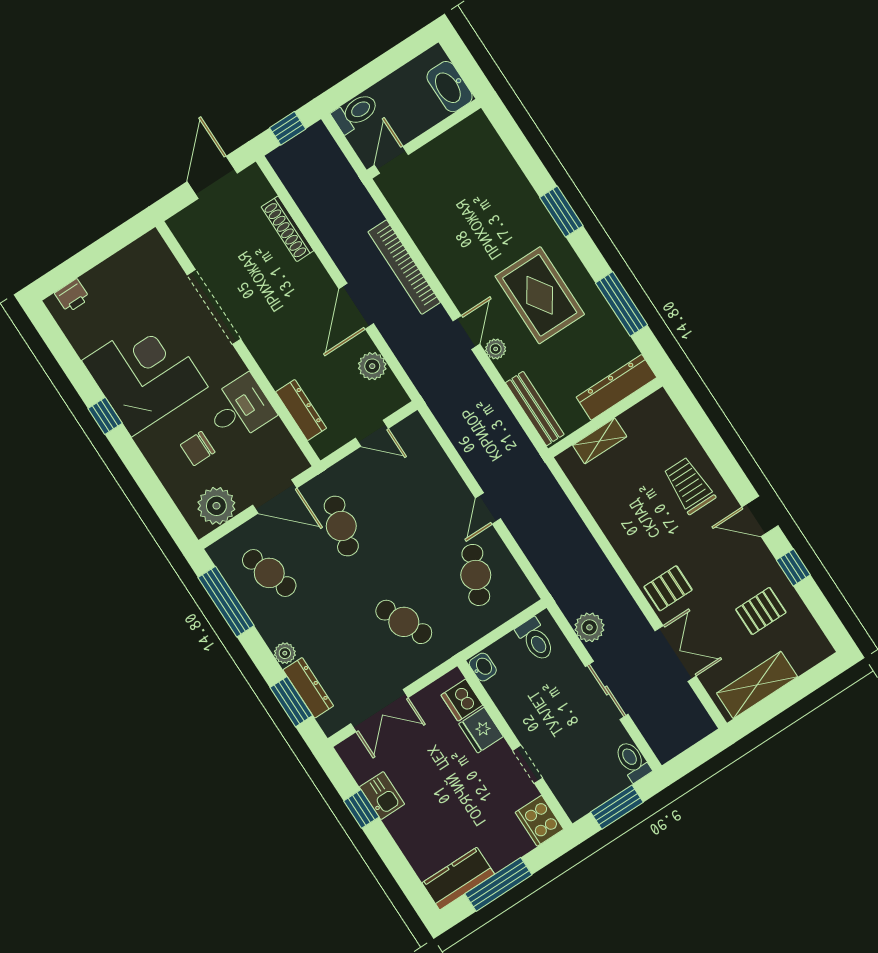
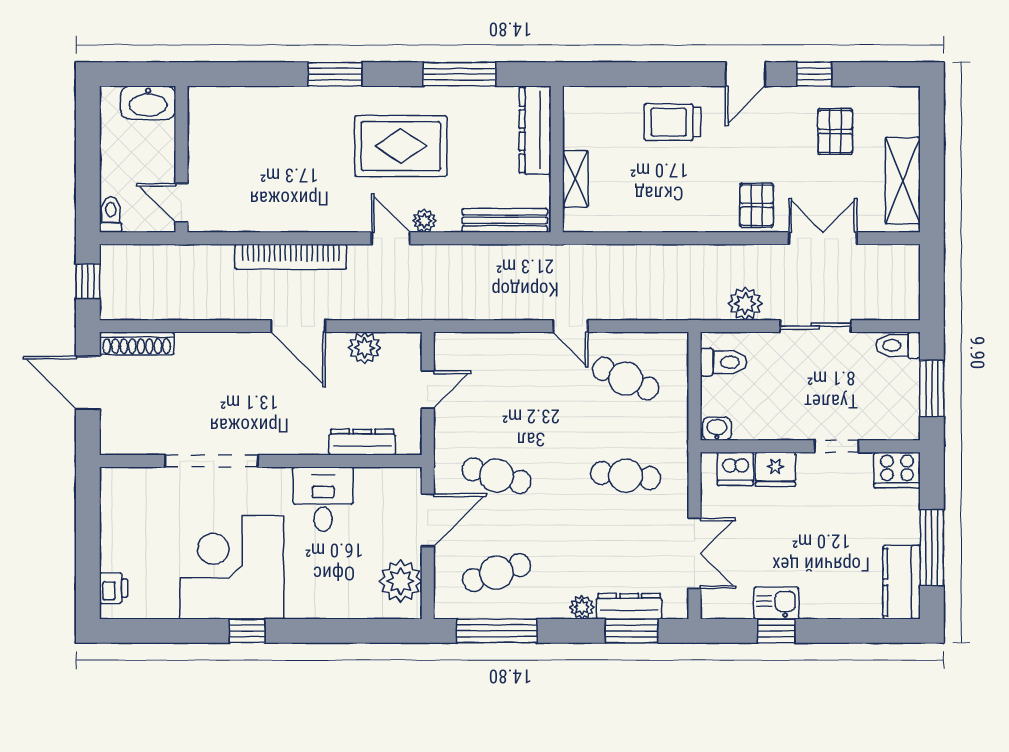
toilet: (355, 113) -> (111, 215), width x0.73, depth x0.72
shoe rack: (287, 229) -> (137, 343), moved
chair: (198, 449) -> (335, 564), removed
cafe table: (404, 622) -> (626, 476), turned 30

